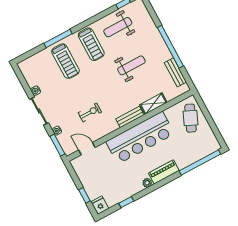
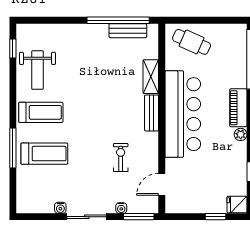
window: (170, 47) -> (118, 20), moved
weight bench: (131, 65) -> (92, 78), removed

